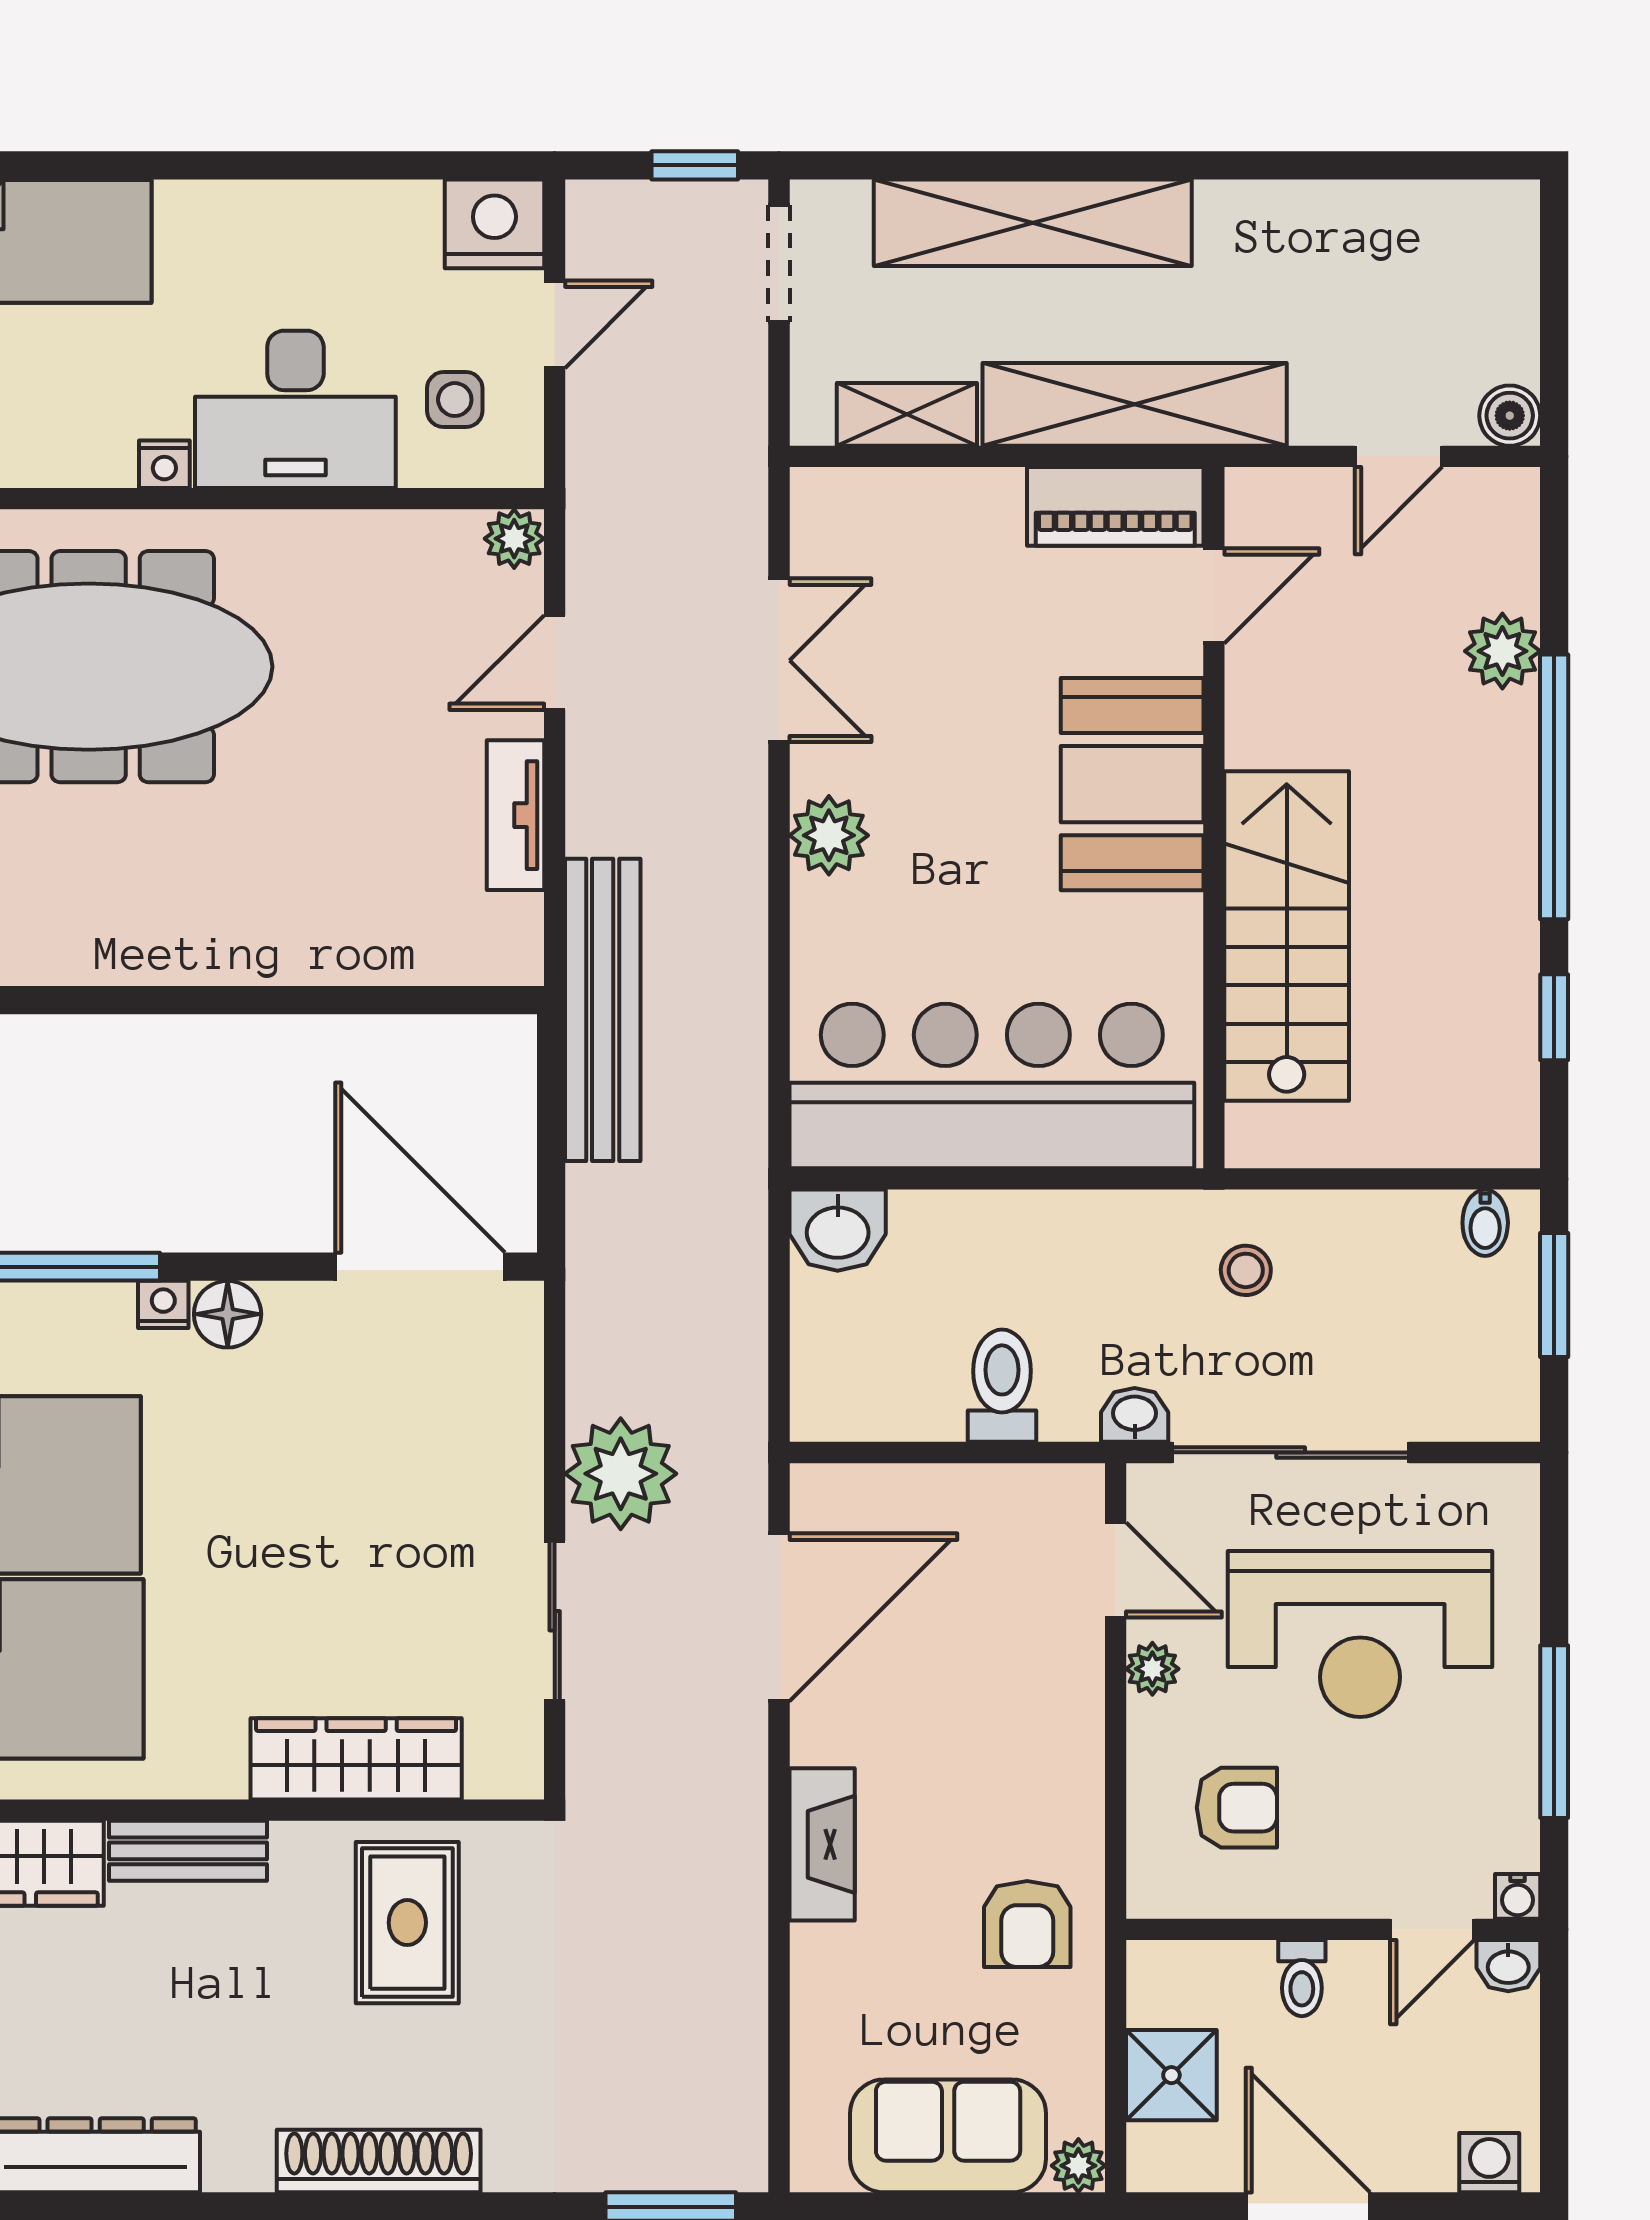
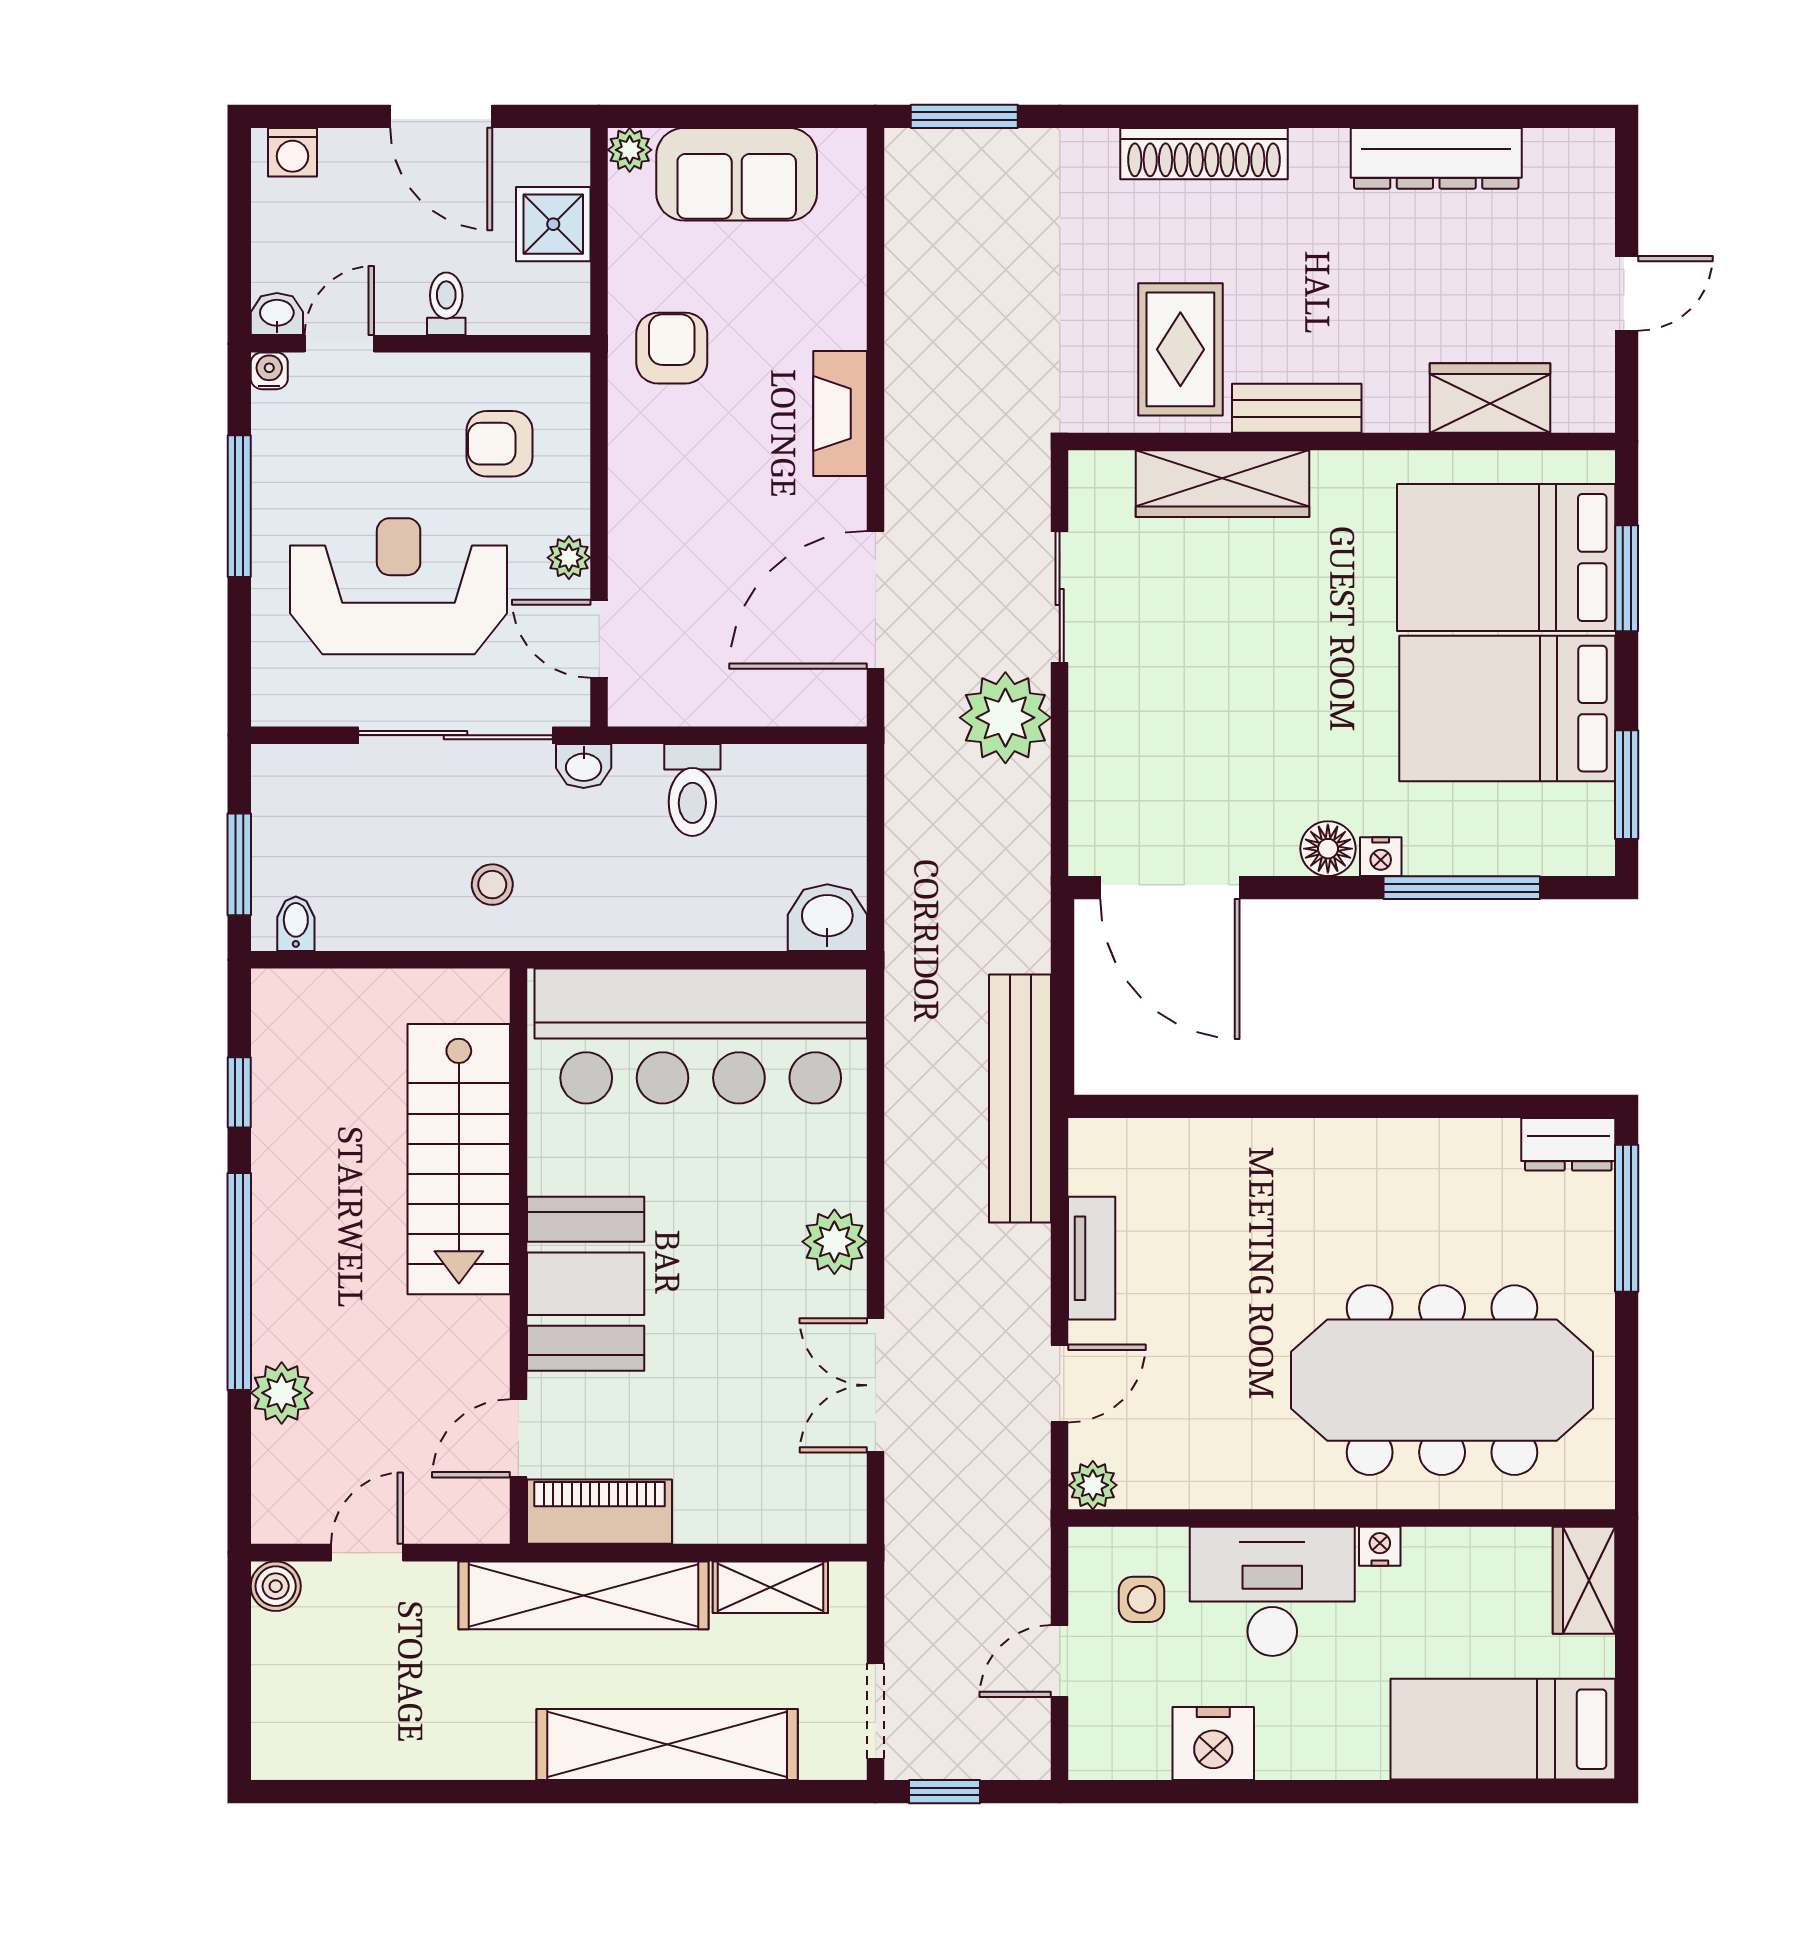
nightstand: (494, 224) -> (1213, 1744), moved
bench: (188, 1851) -> (1297, 408), moved

